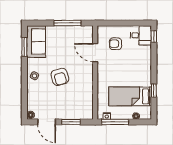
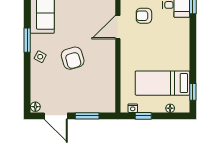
window: (24, 47) -> (27, 40), moved
door: (95, 53) -> (118, 27), hinge flipped
window: (154, 91) -> (193, 92), moved
window: (115, 122) -> (143, 116), width x0.46

